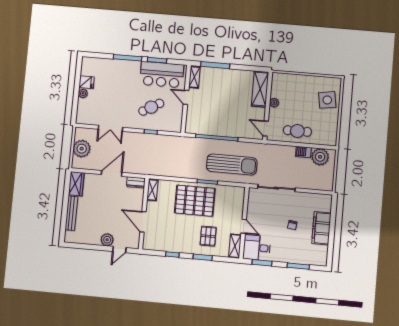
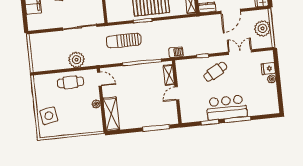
bar counter: (162, 75) -> (227, 108), moved
shelving: (194, 77) -> (169, 75), moved
fridge: (87, 82) -> (268, 69), moved
door: (186, 97) -> (177, 93), swing flipped
cafe table: (151, 107) -> (215, 72), moved
barbecue: (303, 152) -> (176, 52), moved
plant: (320, 157) -> (77, 60), moved
sun lounger: (232, 165) -> (124, 41), width x0.73, depth x0.75

